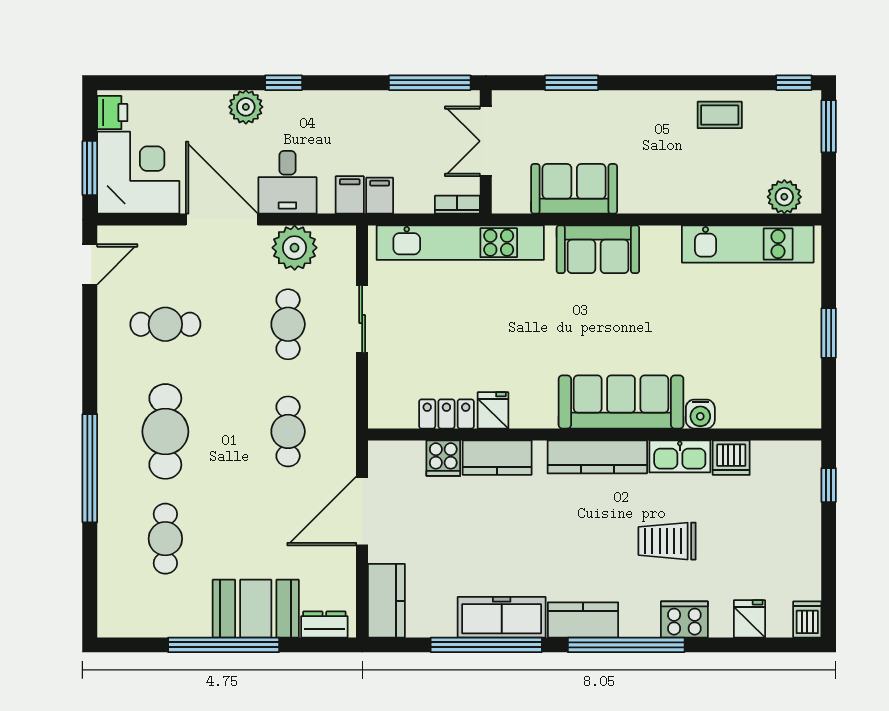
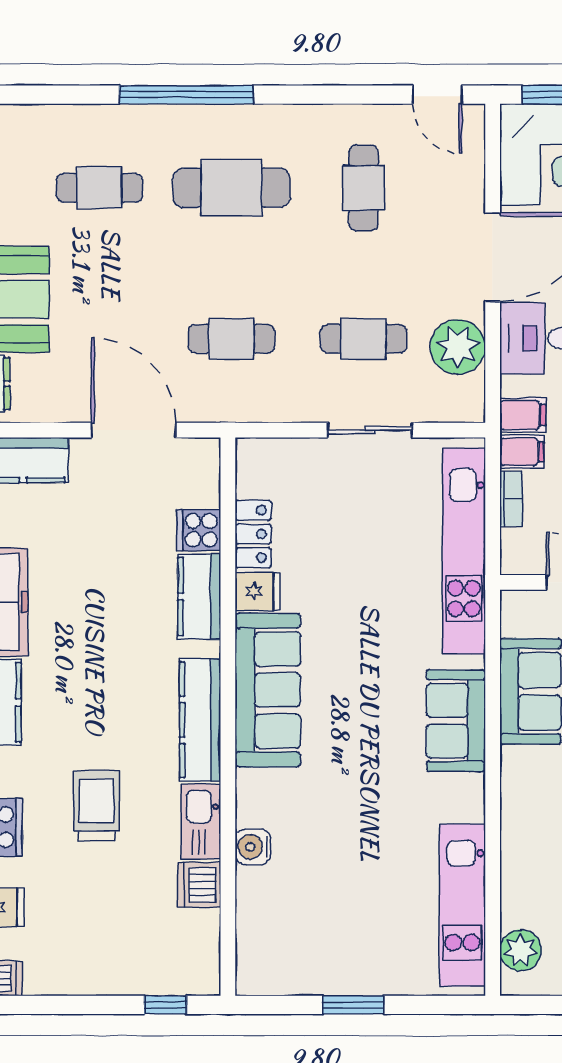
bookcase: (457, 205) -> (511, 499), moved
sofa: (621, 402) -> (268, 690), moved

